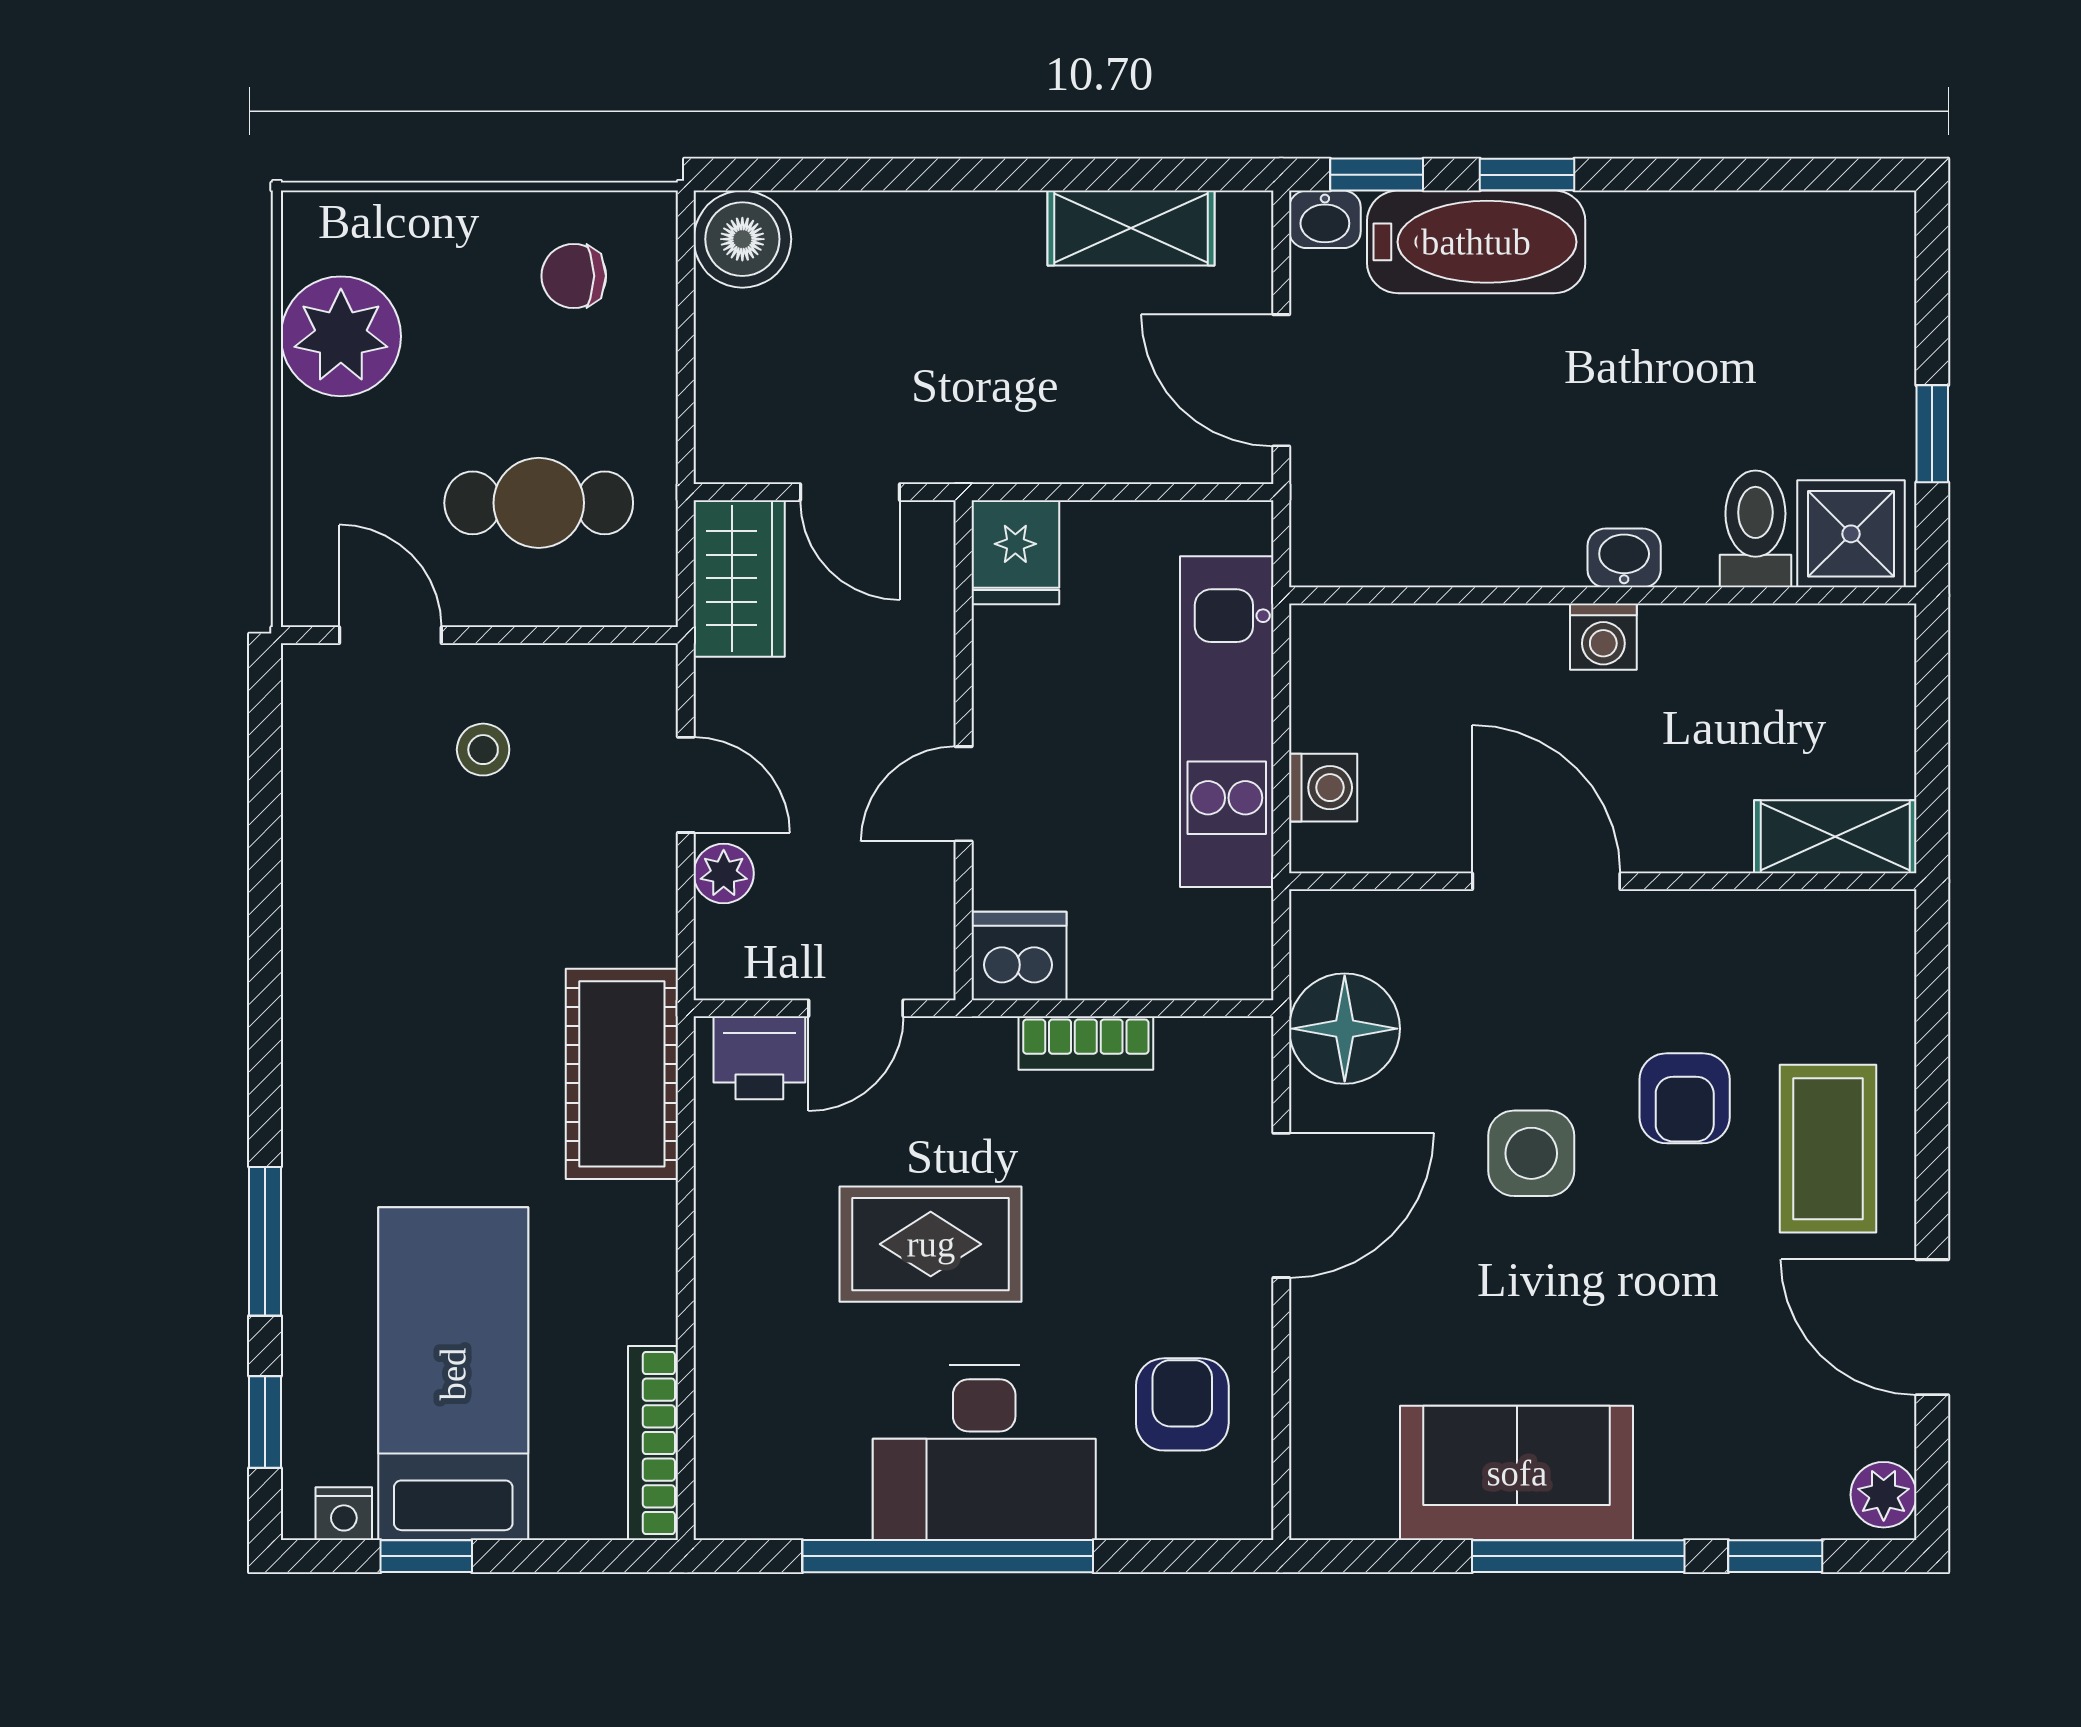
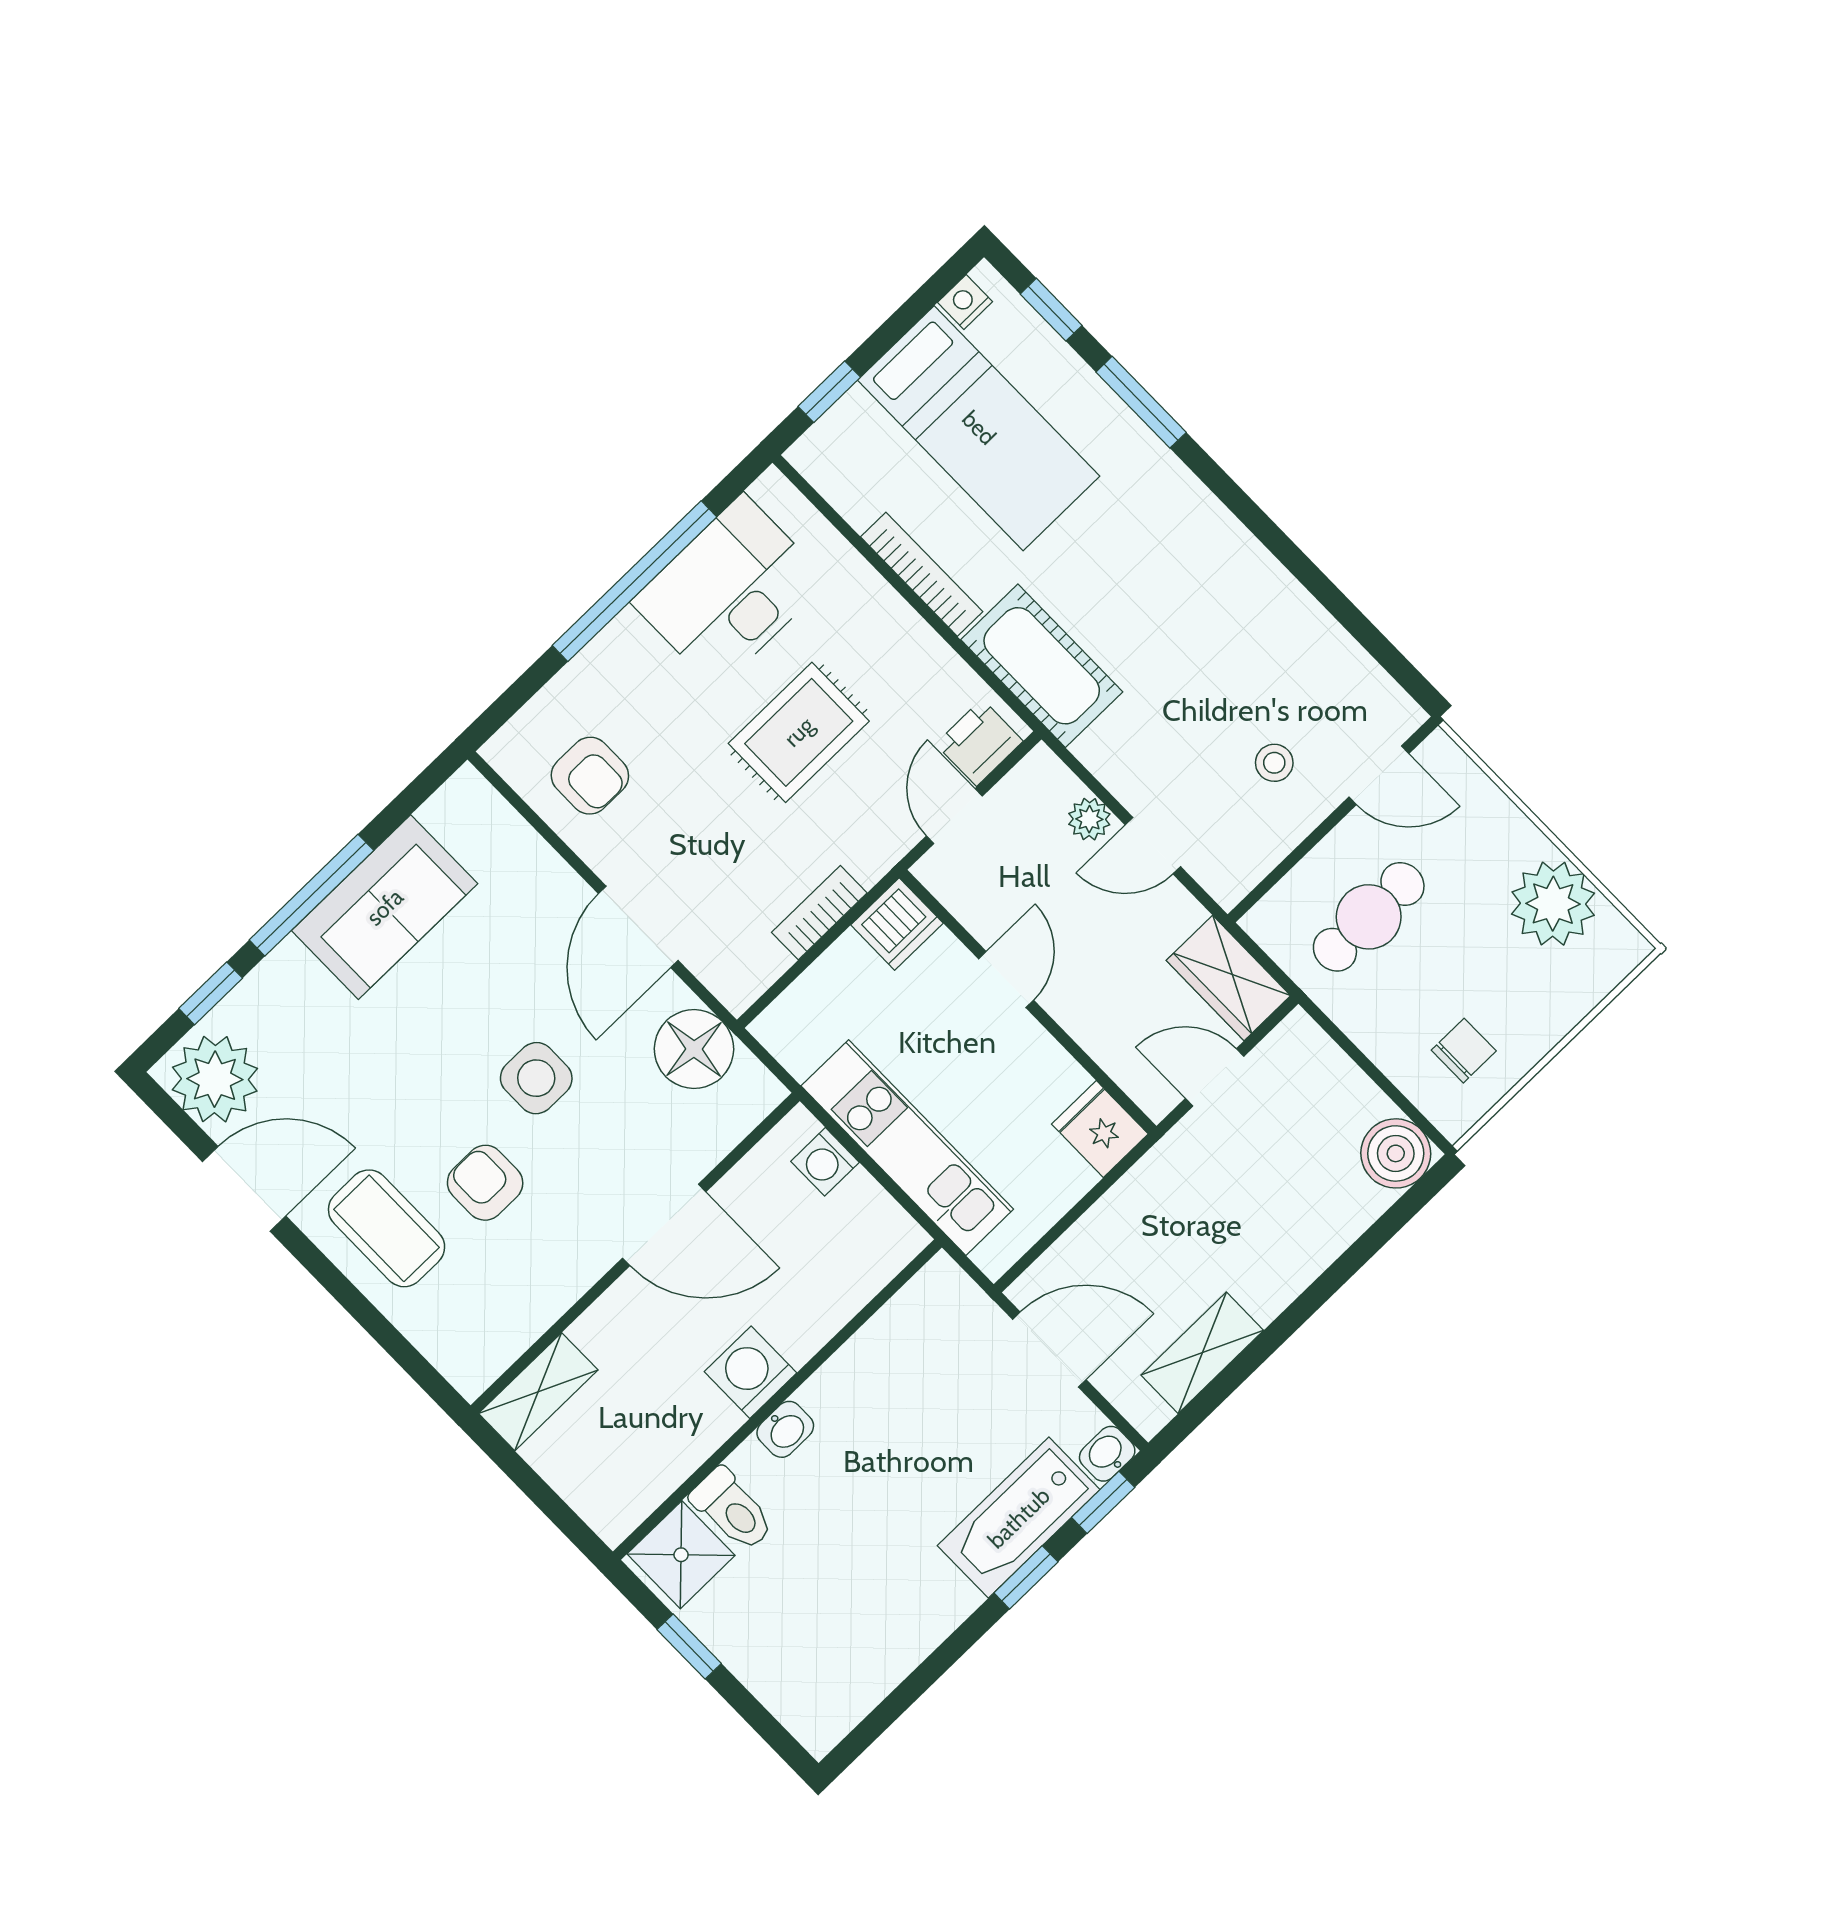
washing machine: (1603, 637) -> (750, 1372), width x1.38, depth x1.38
bookcase: (653, 1443) -> (922, 574), moved
desk: (984, 1453) -> (730, 591), moved
plant: (1884, 1495) -> (215, 1079), width x1.88, depth x1.88
window: (426, 1556) -> (829, 392), moved

